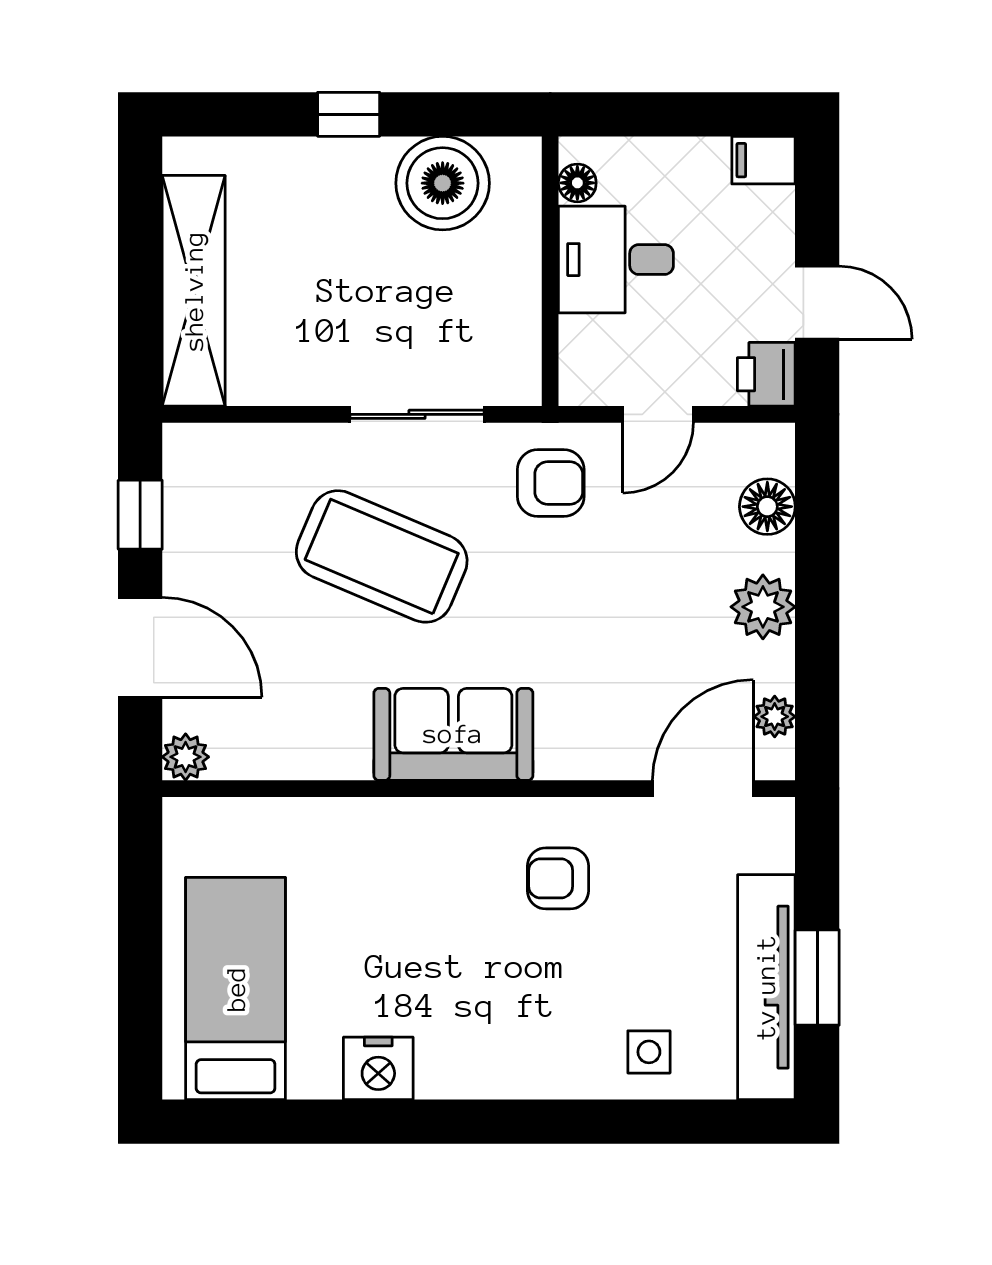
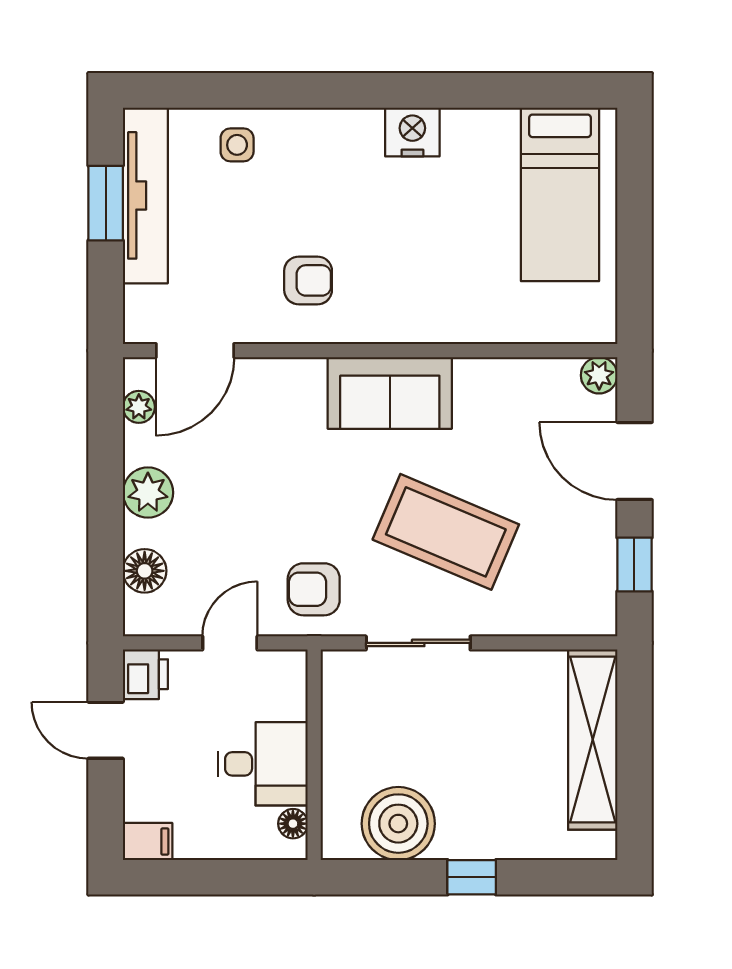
nightstand: (378, 1068) -> (412, 132), moved

